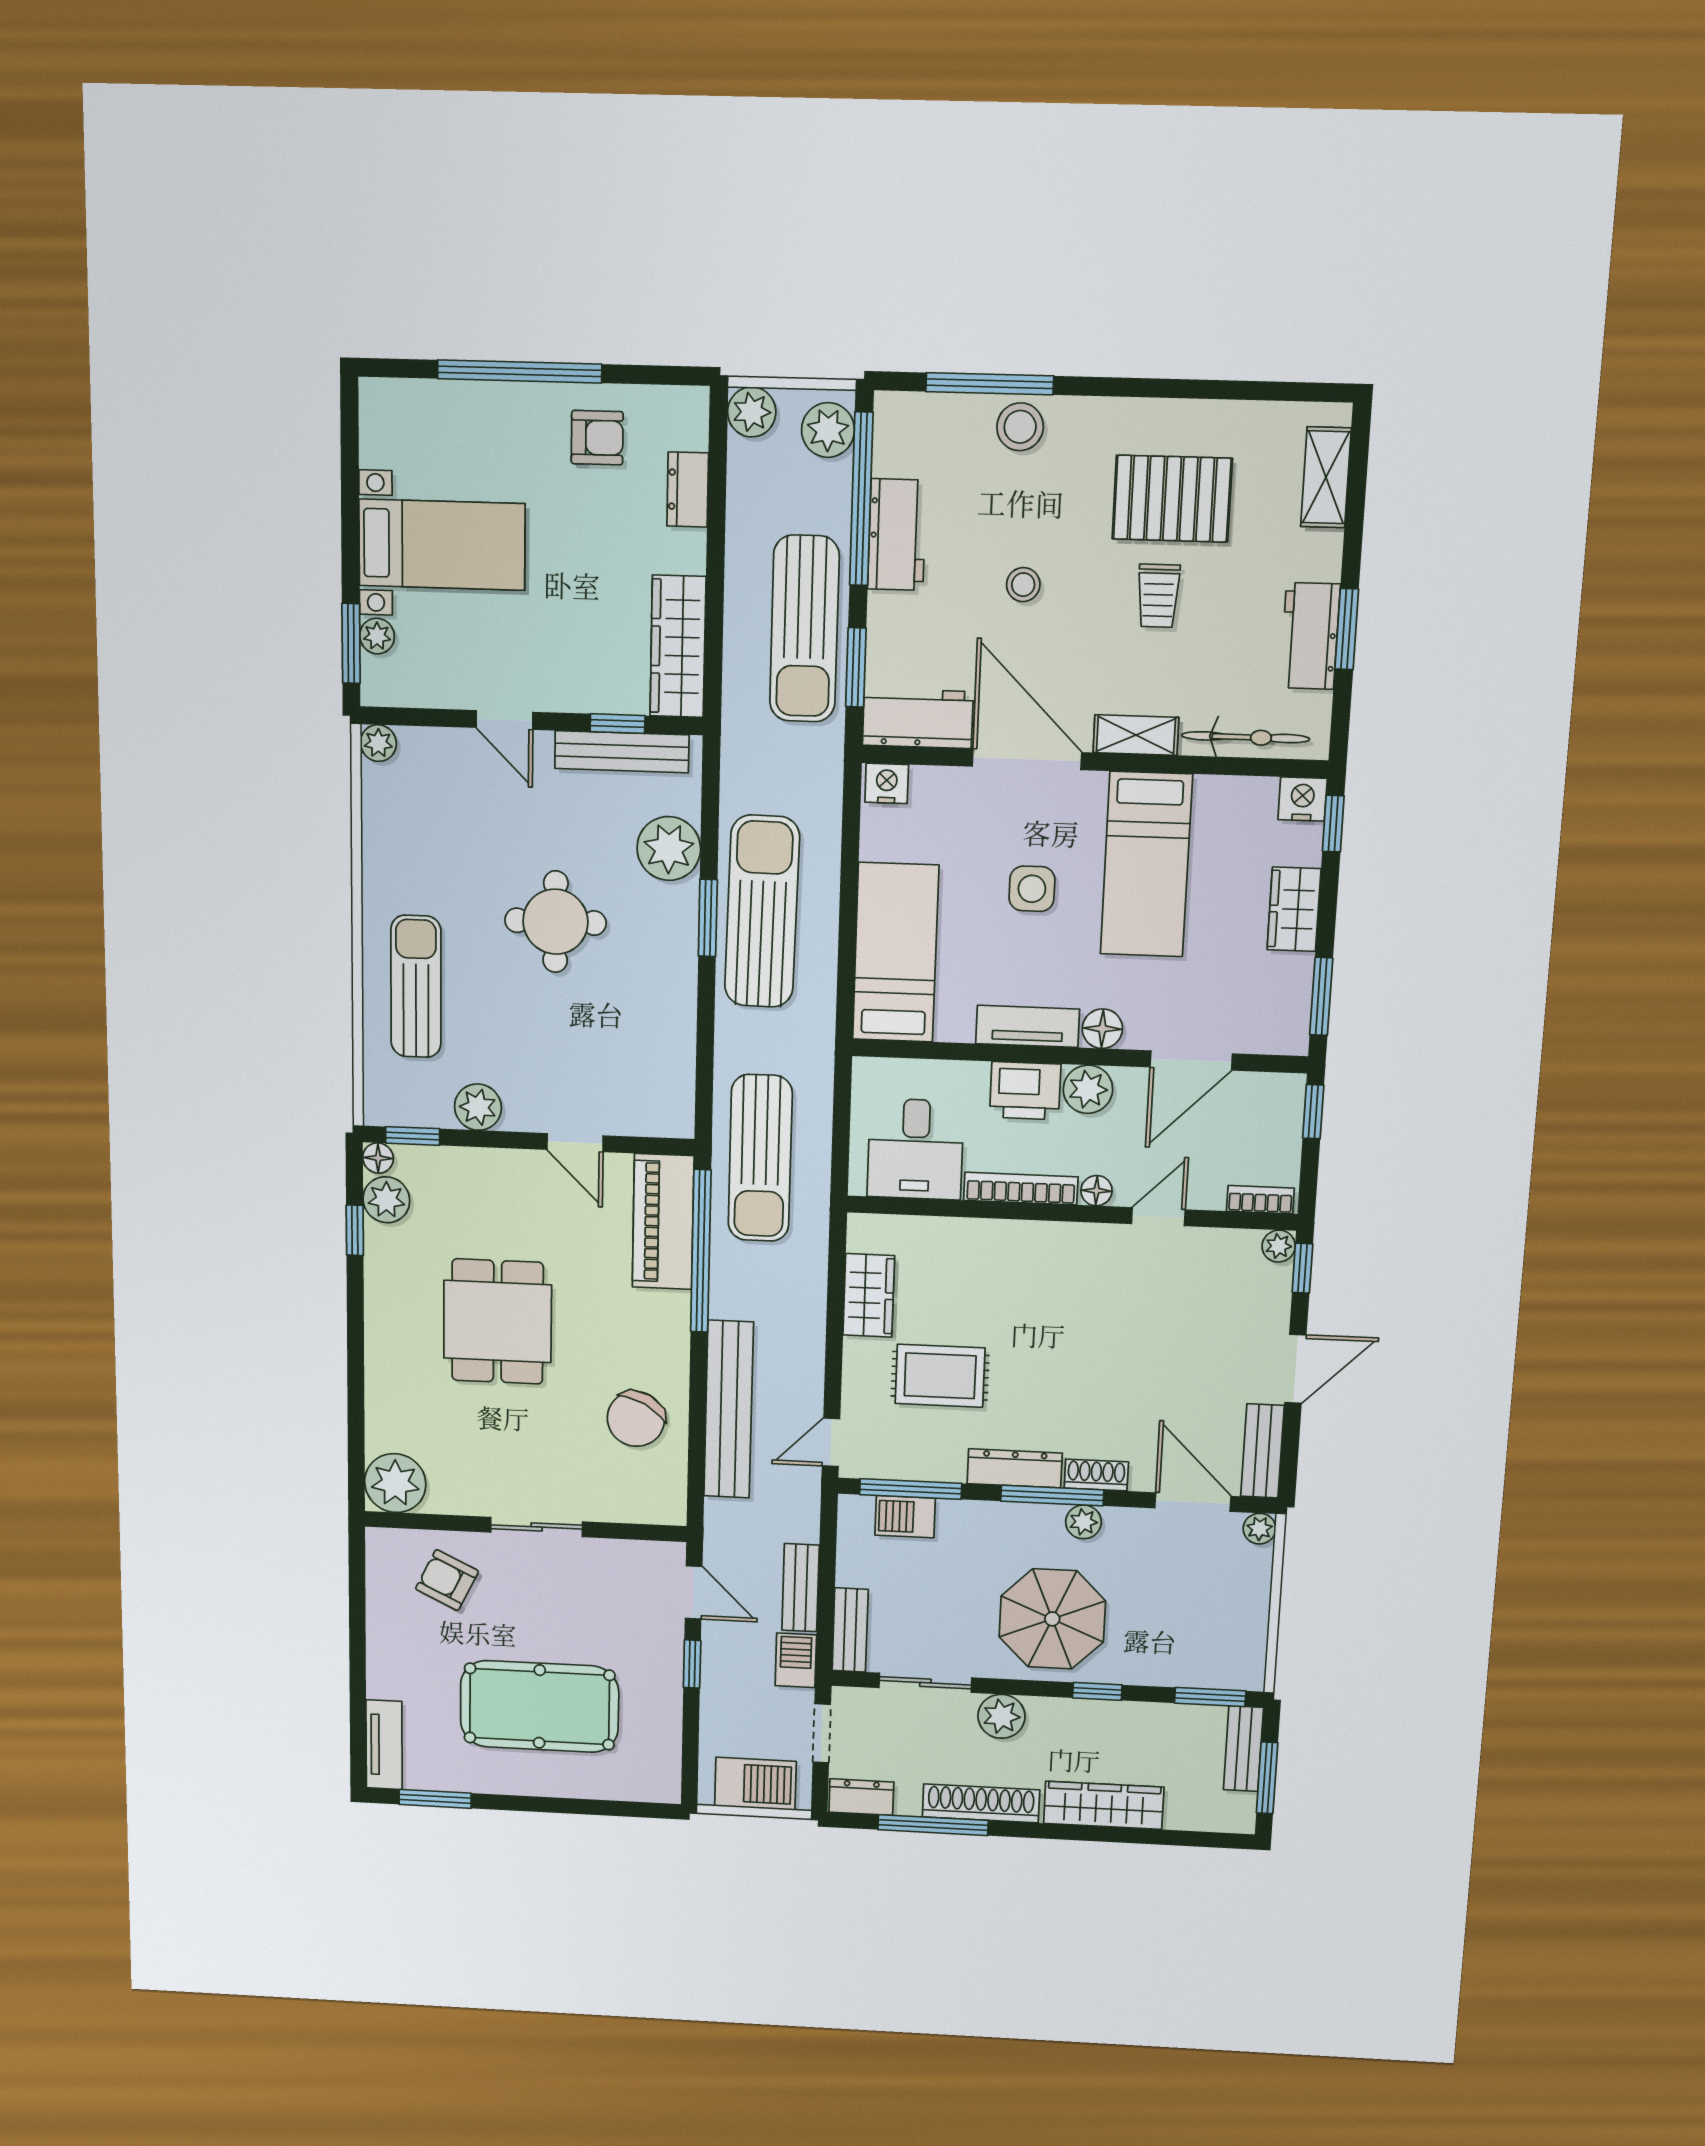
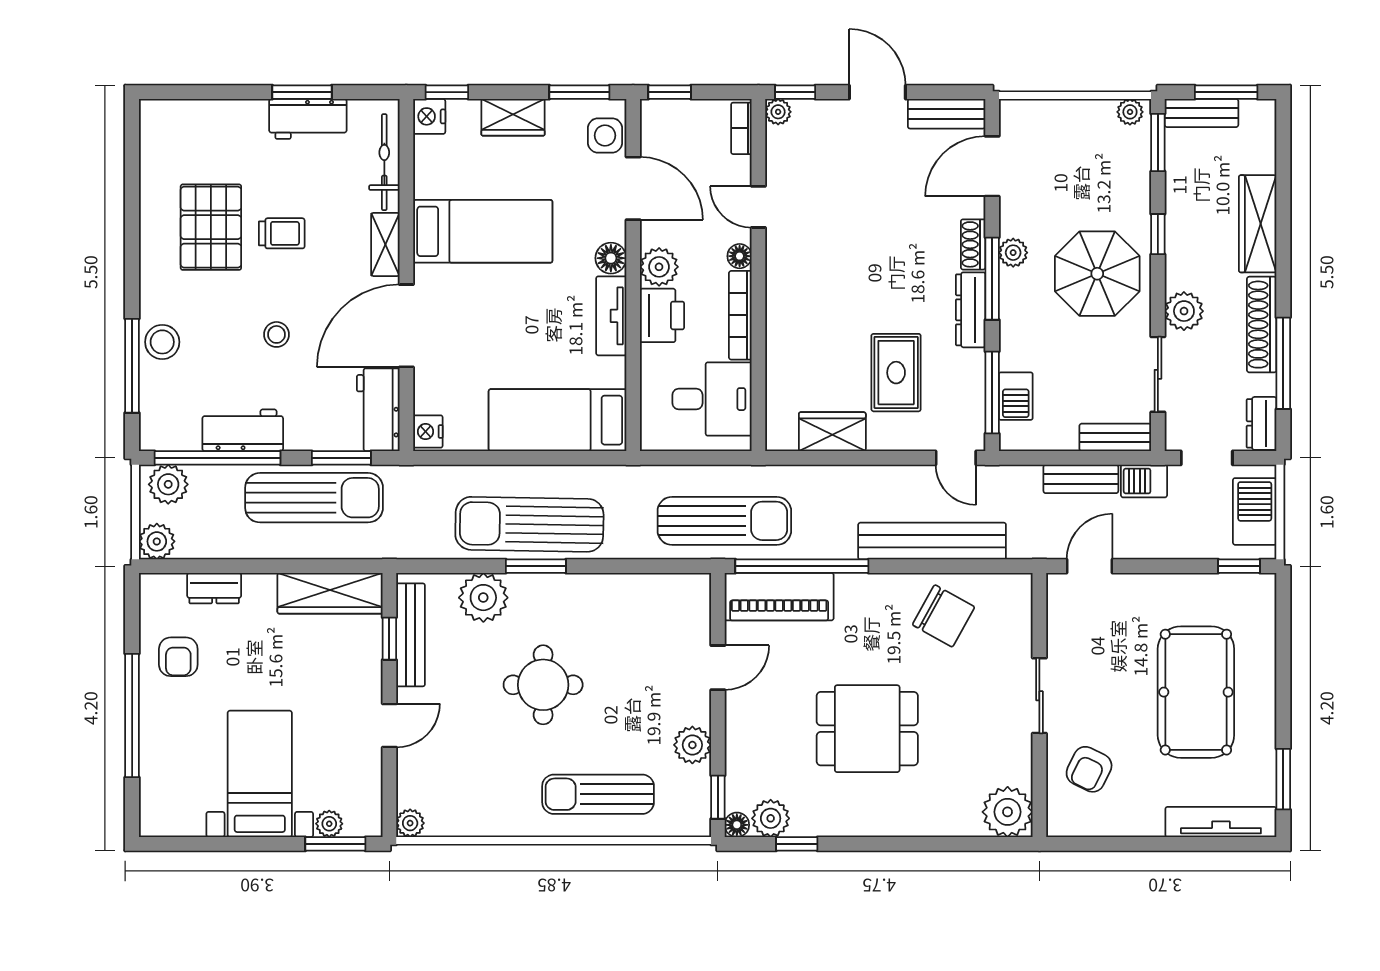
armchair: (597, 438) -> (178, 657), turned 180
shelving: (1326, 477) -> (192, 115), removed
side table: (1032, 889) -> (605, 135), moved
plant: (1260, 1529) -> (1130, 112), moved
window: (692, 1664) -> (1239, 566), moved
tv unit: (384, 1745) -> (1221, 822), width x1.41

